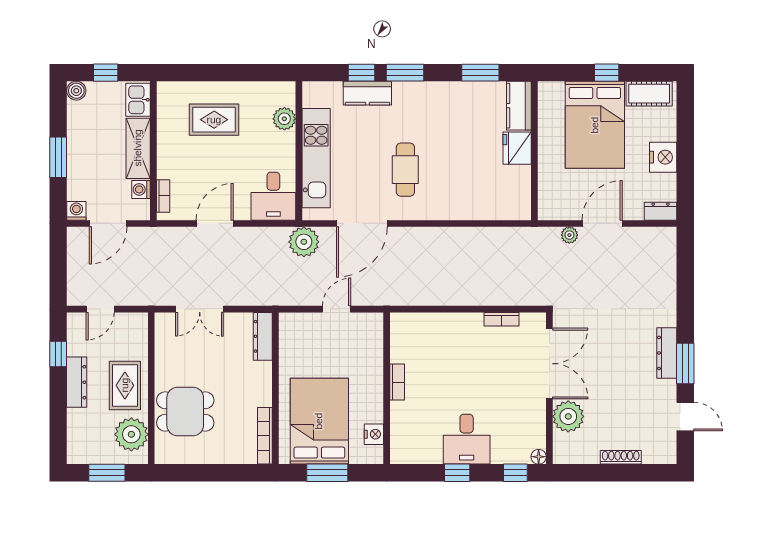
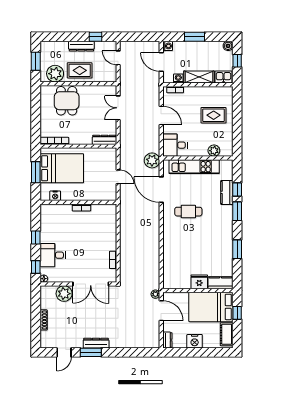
kitchen counter: (519, 106) -> (221, 283), moved
rug: (214, 120) -> (214, 115), turned 90
fridge: (517, 148) -> (199, 282), moved
wall: (534, 151) -> (198, 290), moved
desk: (467, 439) -> (53, 255), moved

